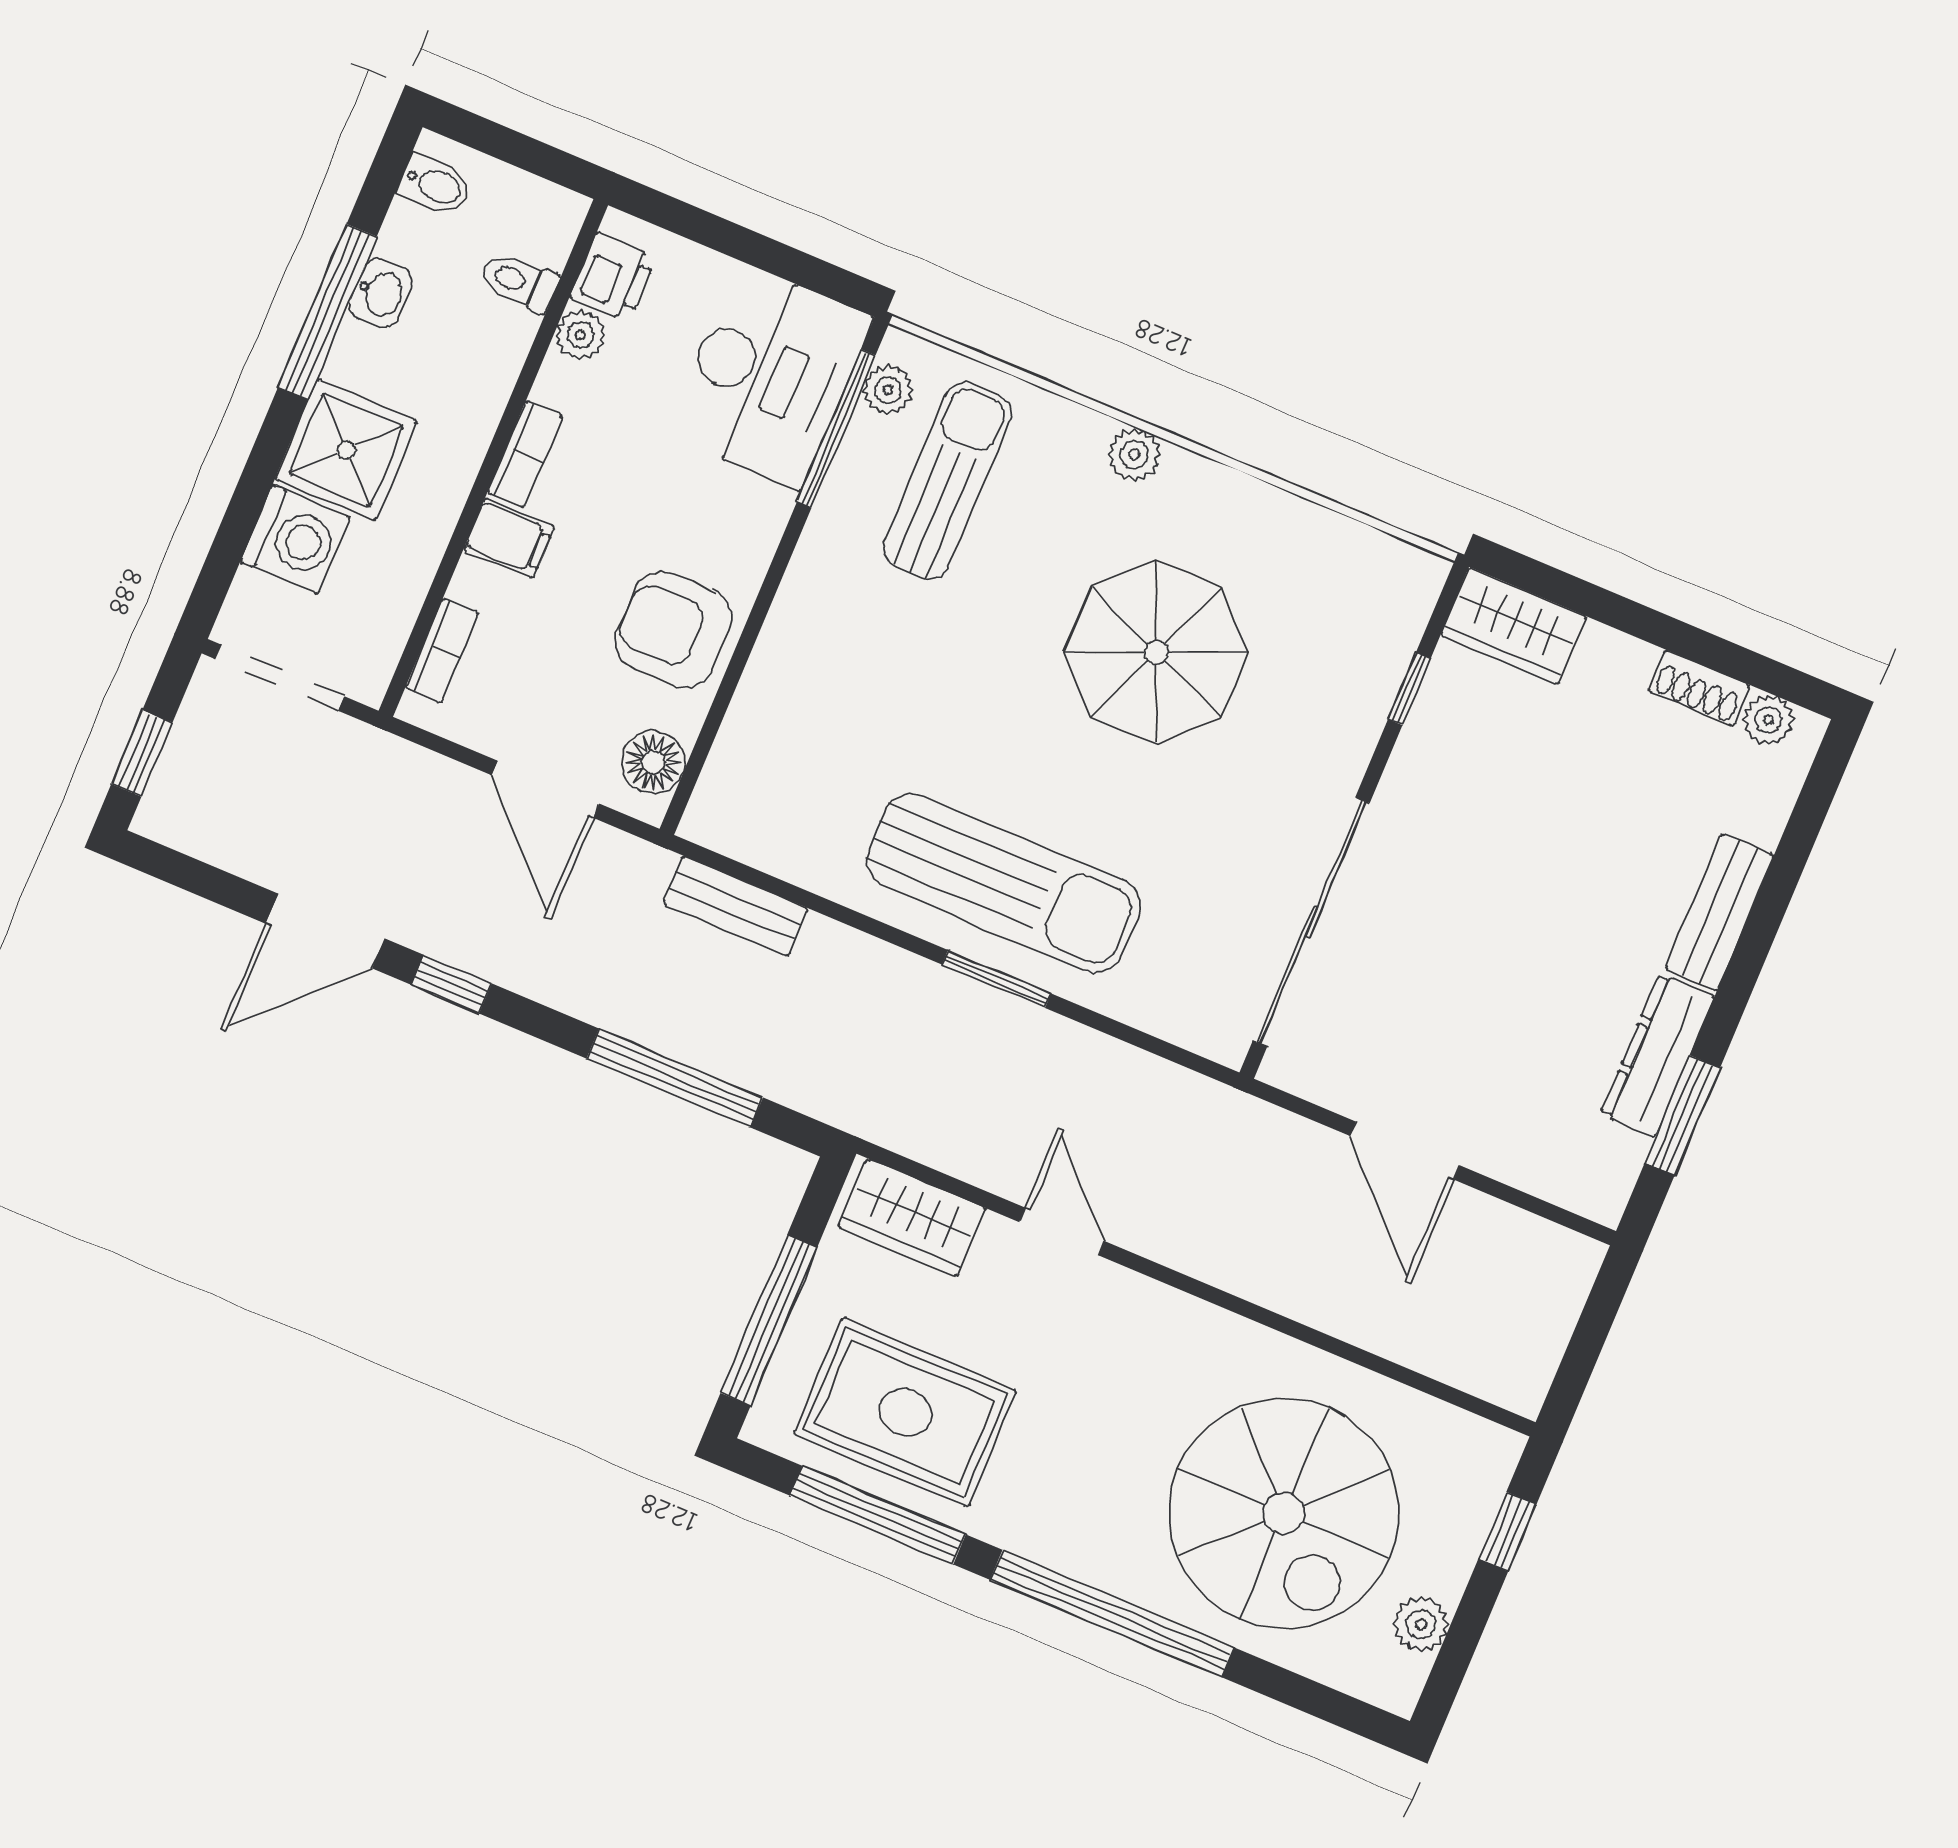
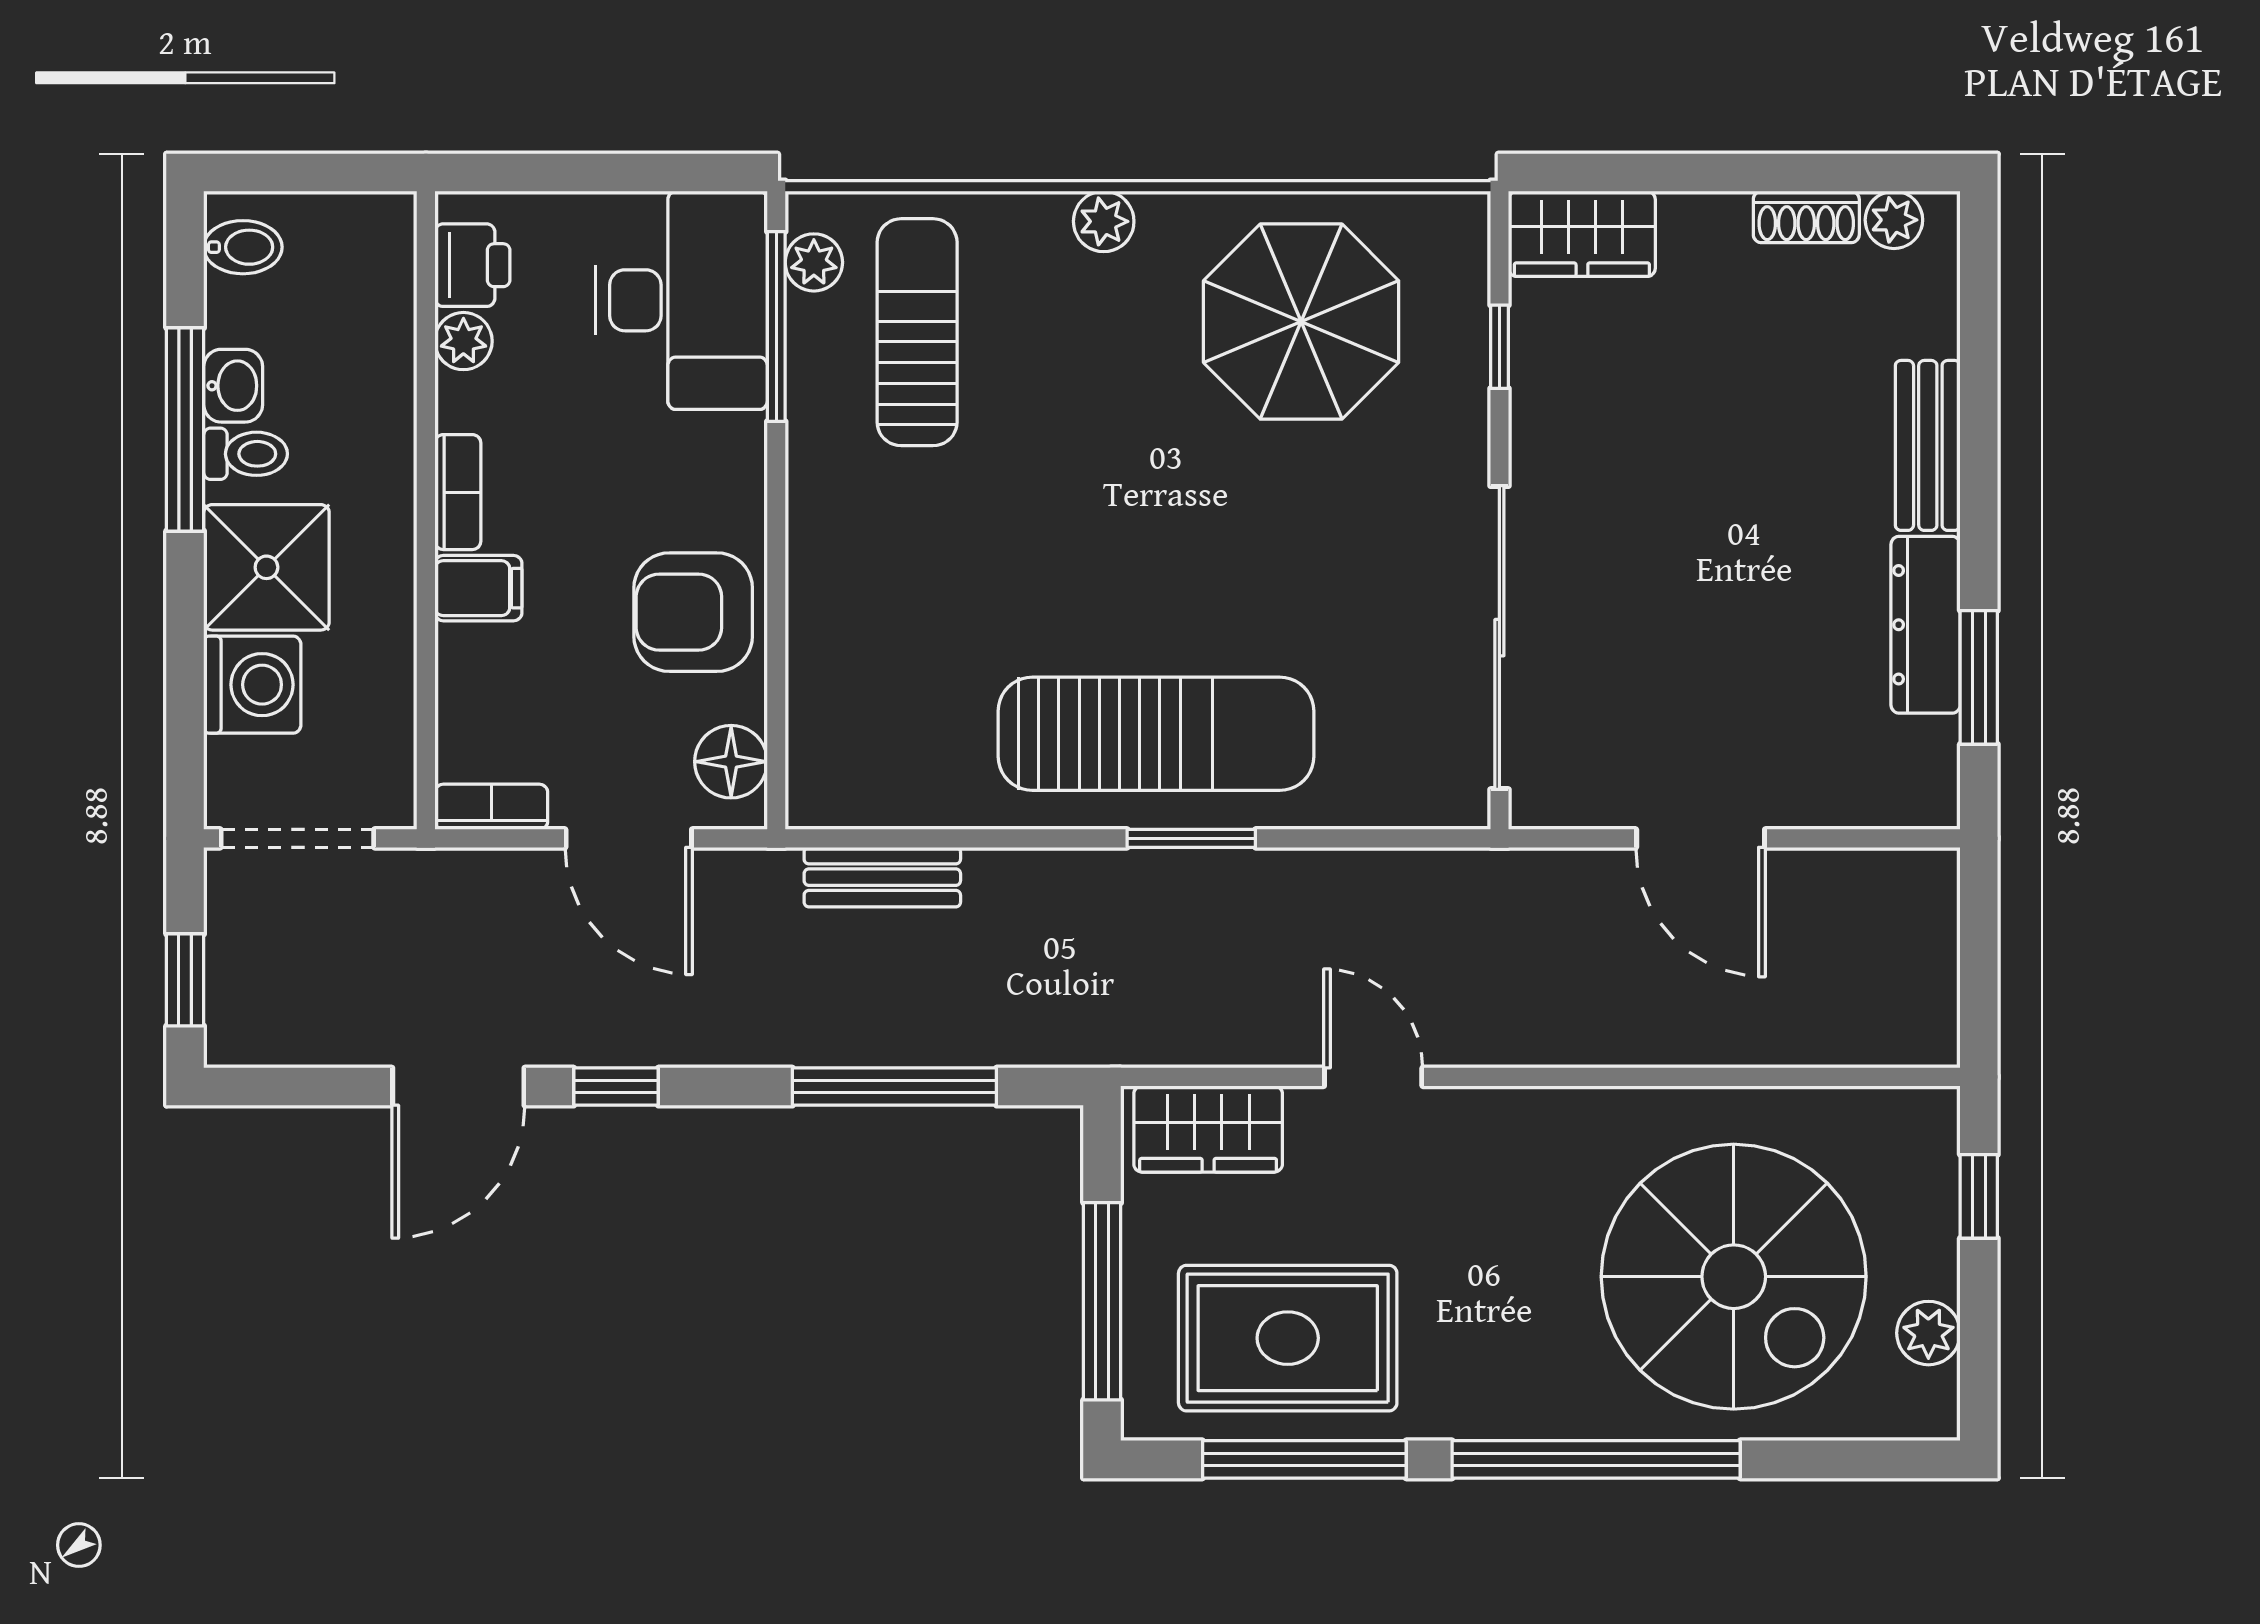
toilet: (519, 282) -> (246, 454), moved, turned 180
bookcase: (442, 650) -> (491, 807), moved, turned -90
parasol: (1156, 652) -> (1301, 322), moved

